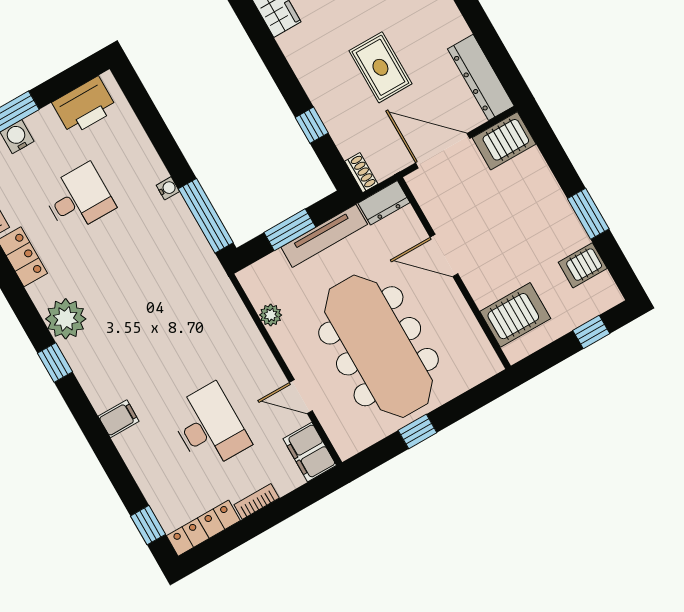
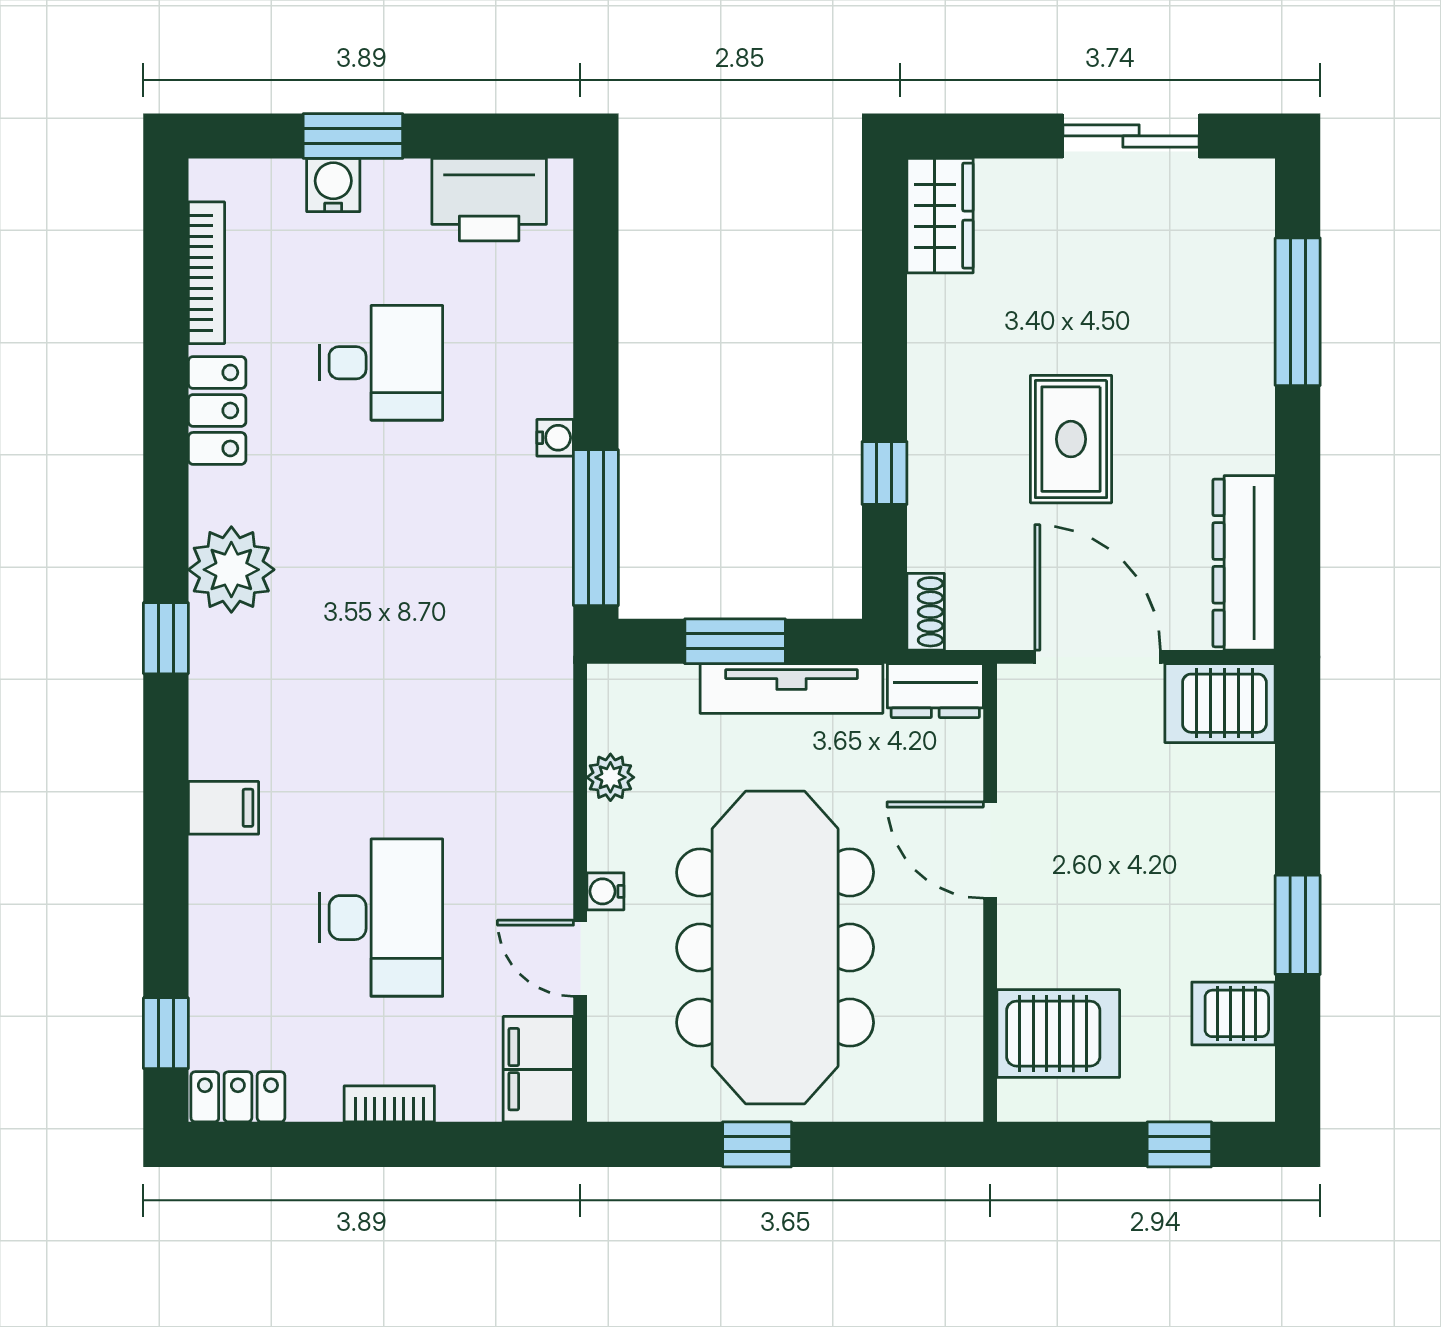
water cooler: (295, 363) -> (605, 891), added
locker: (203, 528) -> (238, 1097), width x0.66

